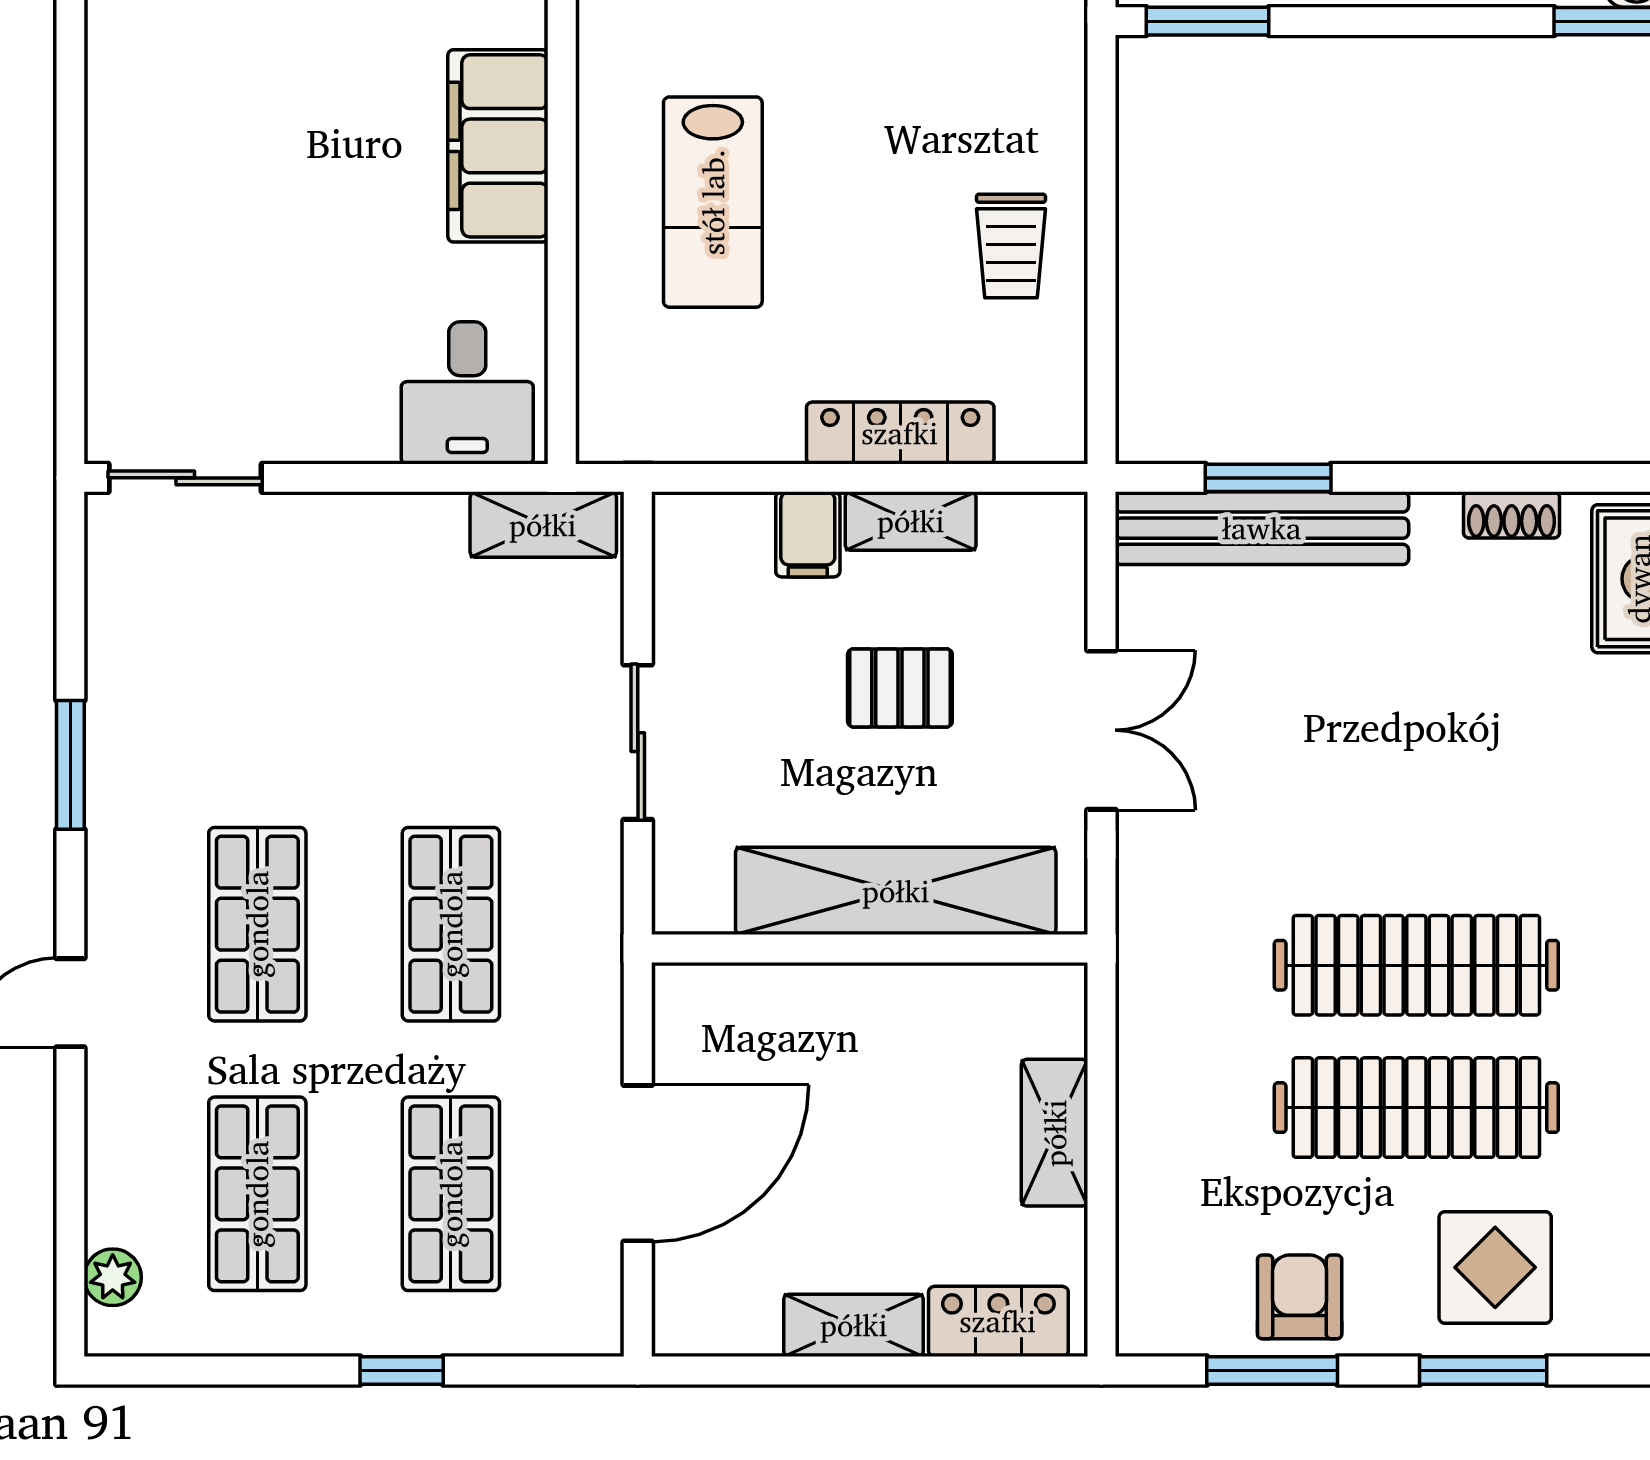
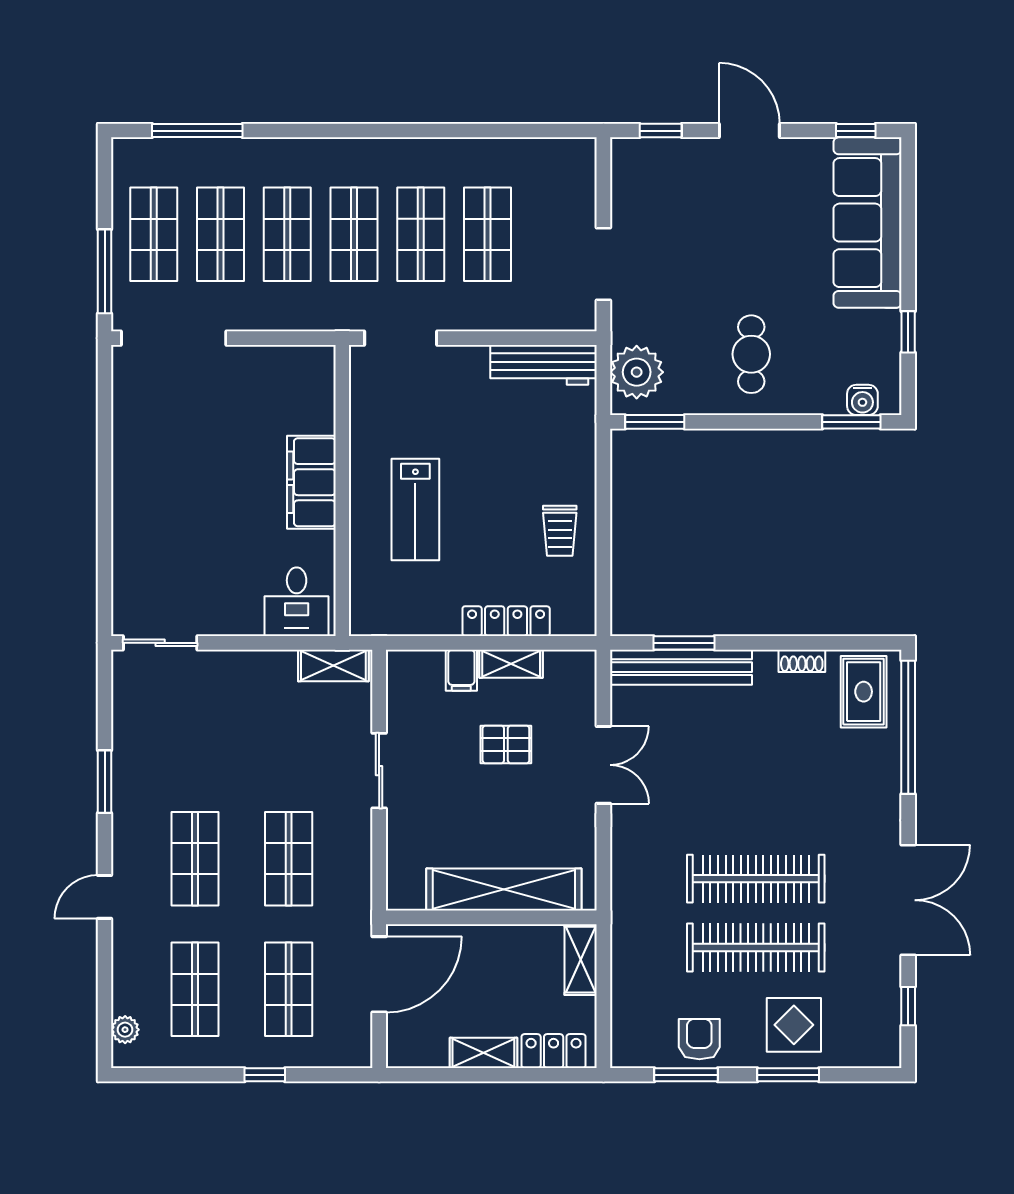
shelving: (896, 891) -> (504, 890), moved
wall: (870, 948) -> (491, 917), moved

